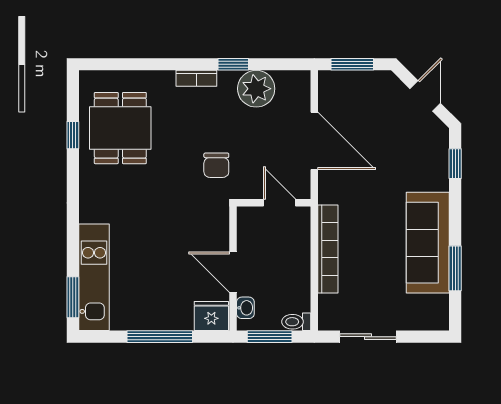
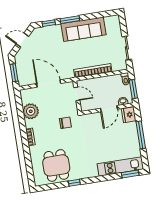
window: (233, 64) -> (22, 123), removed
dining table: (120, 128) -> (56, 165), turned 90
window: (73, 135) -> (74, 183), moved
door: (314, 141) -> (49, 84), hinge flipped
door: (280, 203) -> (77, 94), swing flipped
window: (455, 268) -> (70, 20), moved

